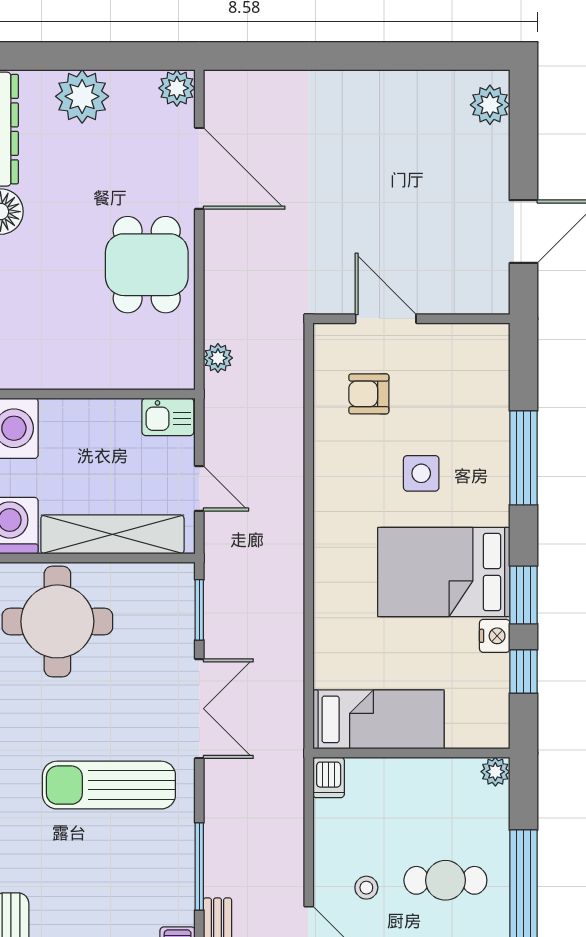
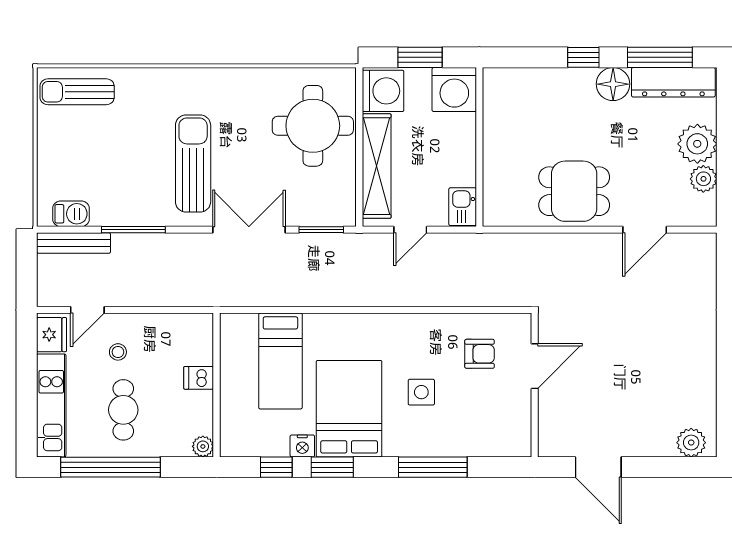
plant: (177, 88) -> (703, 179), moved
door: (199, 168) -> (645, 230), width x0.73
plant: (218, 358) -> (506, 243), removed
armchair: (369, 394) -> (480, 354), turned 90
double door: (199, 709) -> (249, 230), swing flipped
bed: (379, 719) -> (280, 361), moved
dishwasher: (329, 777) -> (199, 378), moved

